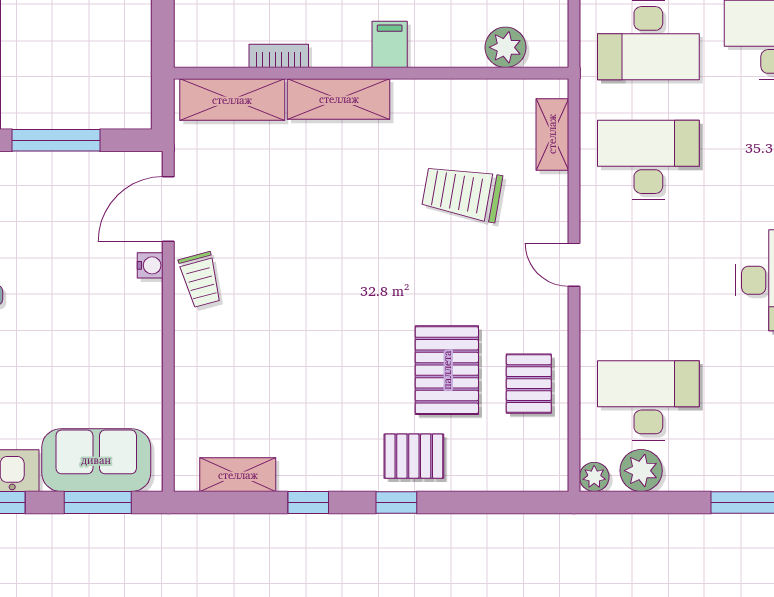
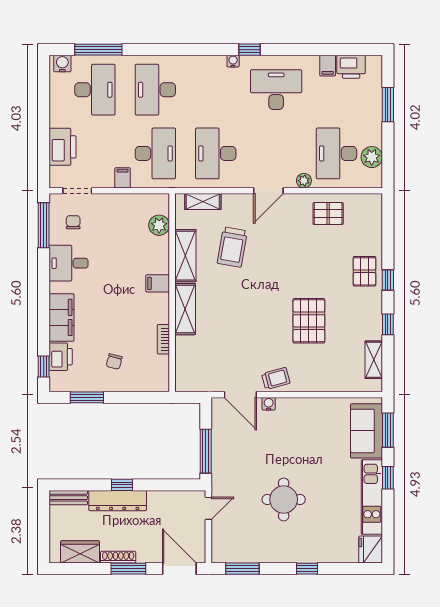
shelving: (232, 100) -> (185, 256), moved
door: (574, 265) -> (268, 191), width x1.37
pallet: (447, 370) -> (309, 321), moved, turned 90
plant: (594, 477) -> (304, 181), moved

